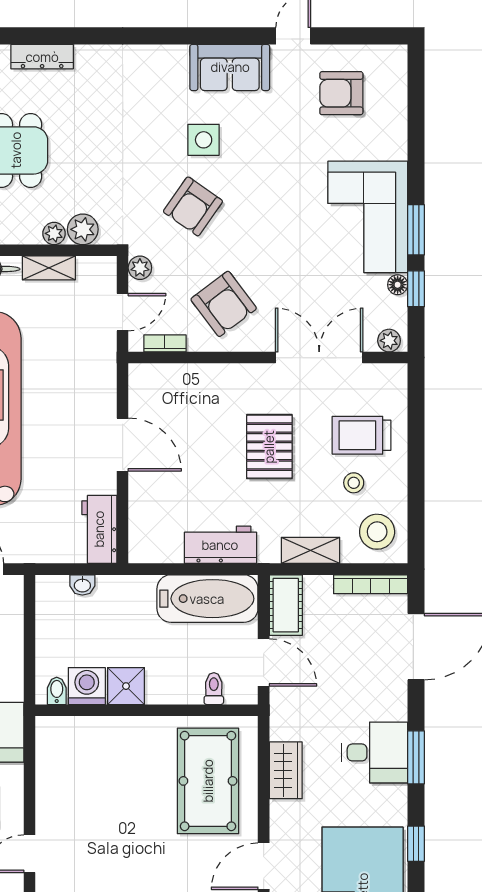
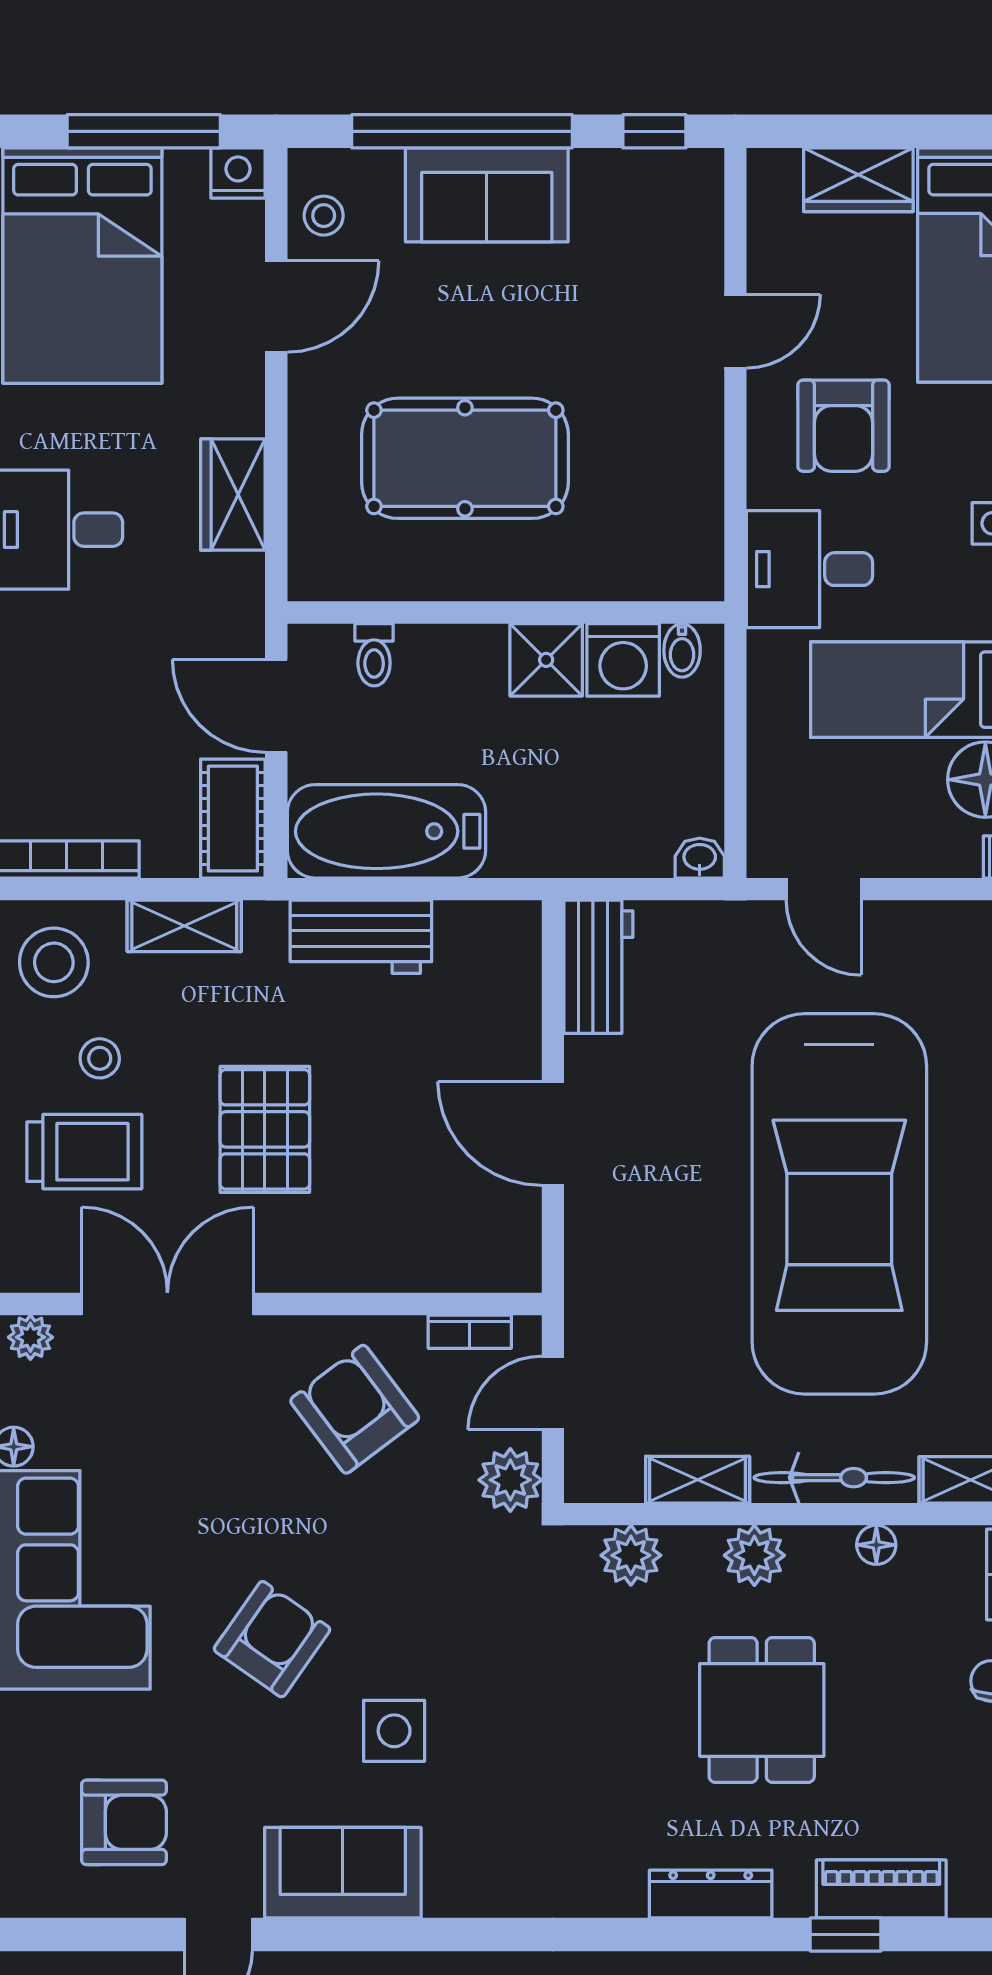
armchair: (193, 206) -> (272, 1639), moved
plant: (54, 233) -> (754, 1555), moved, width x1.38, depth x1.38
plant: (140, 268) -> (510, 1480), width x1.38, depth x1.38
double door: (319, 358) -> (167, 1304), swing flipped
washbasin: (82, 585) -> (700, 858), moved
pool table: (208, 781) -> (465, 458), moved, turned 90

